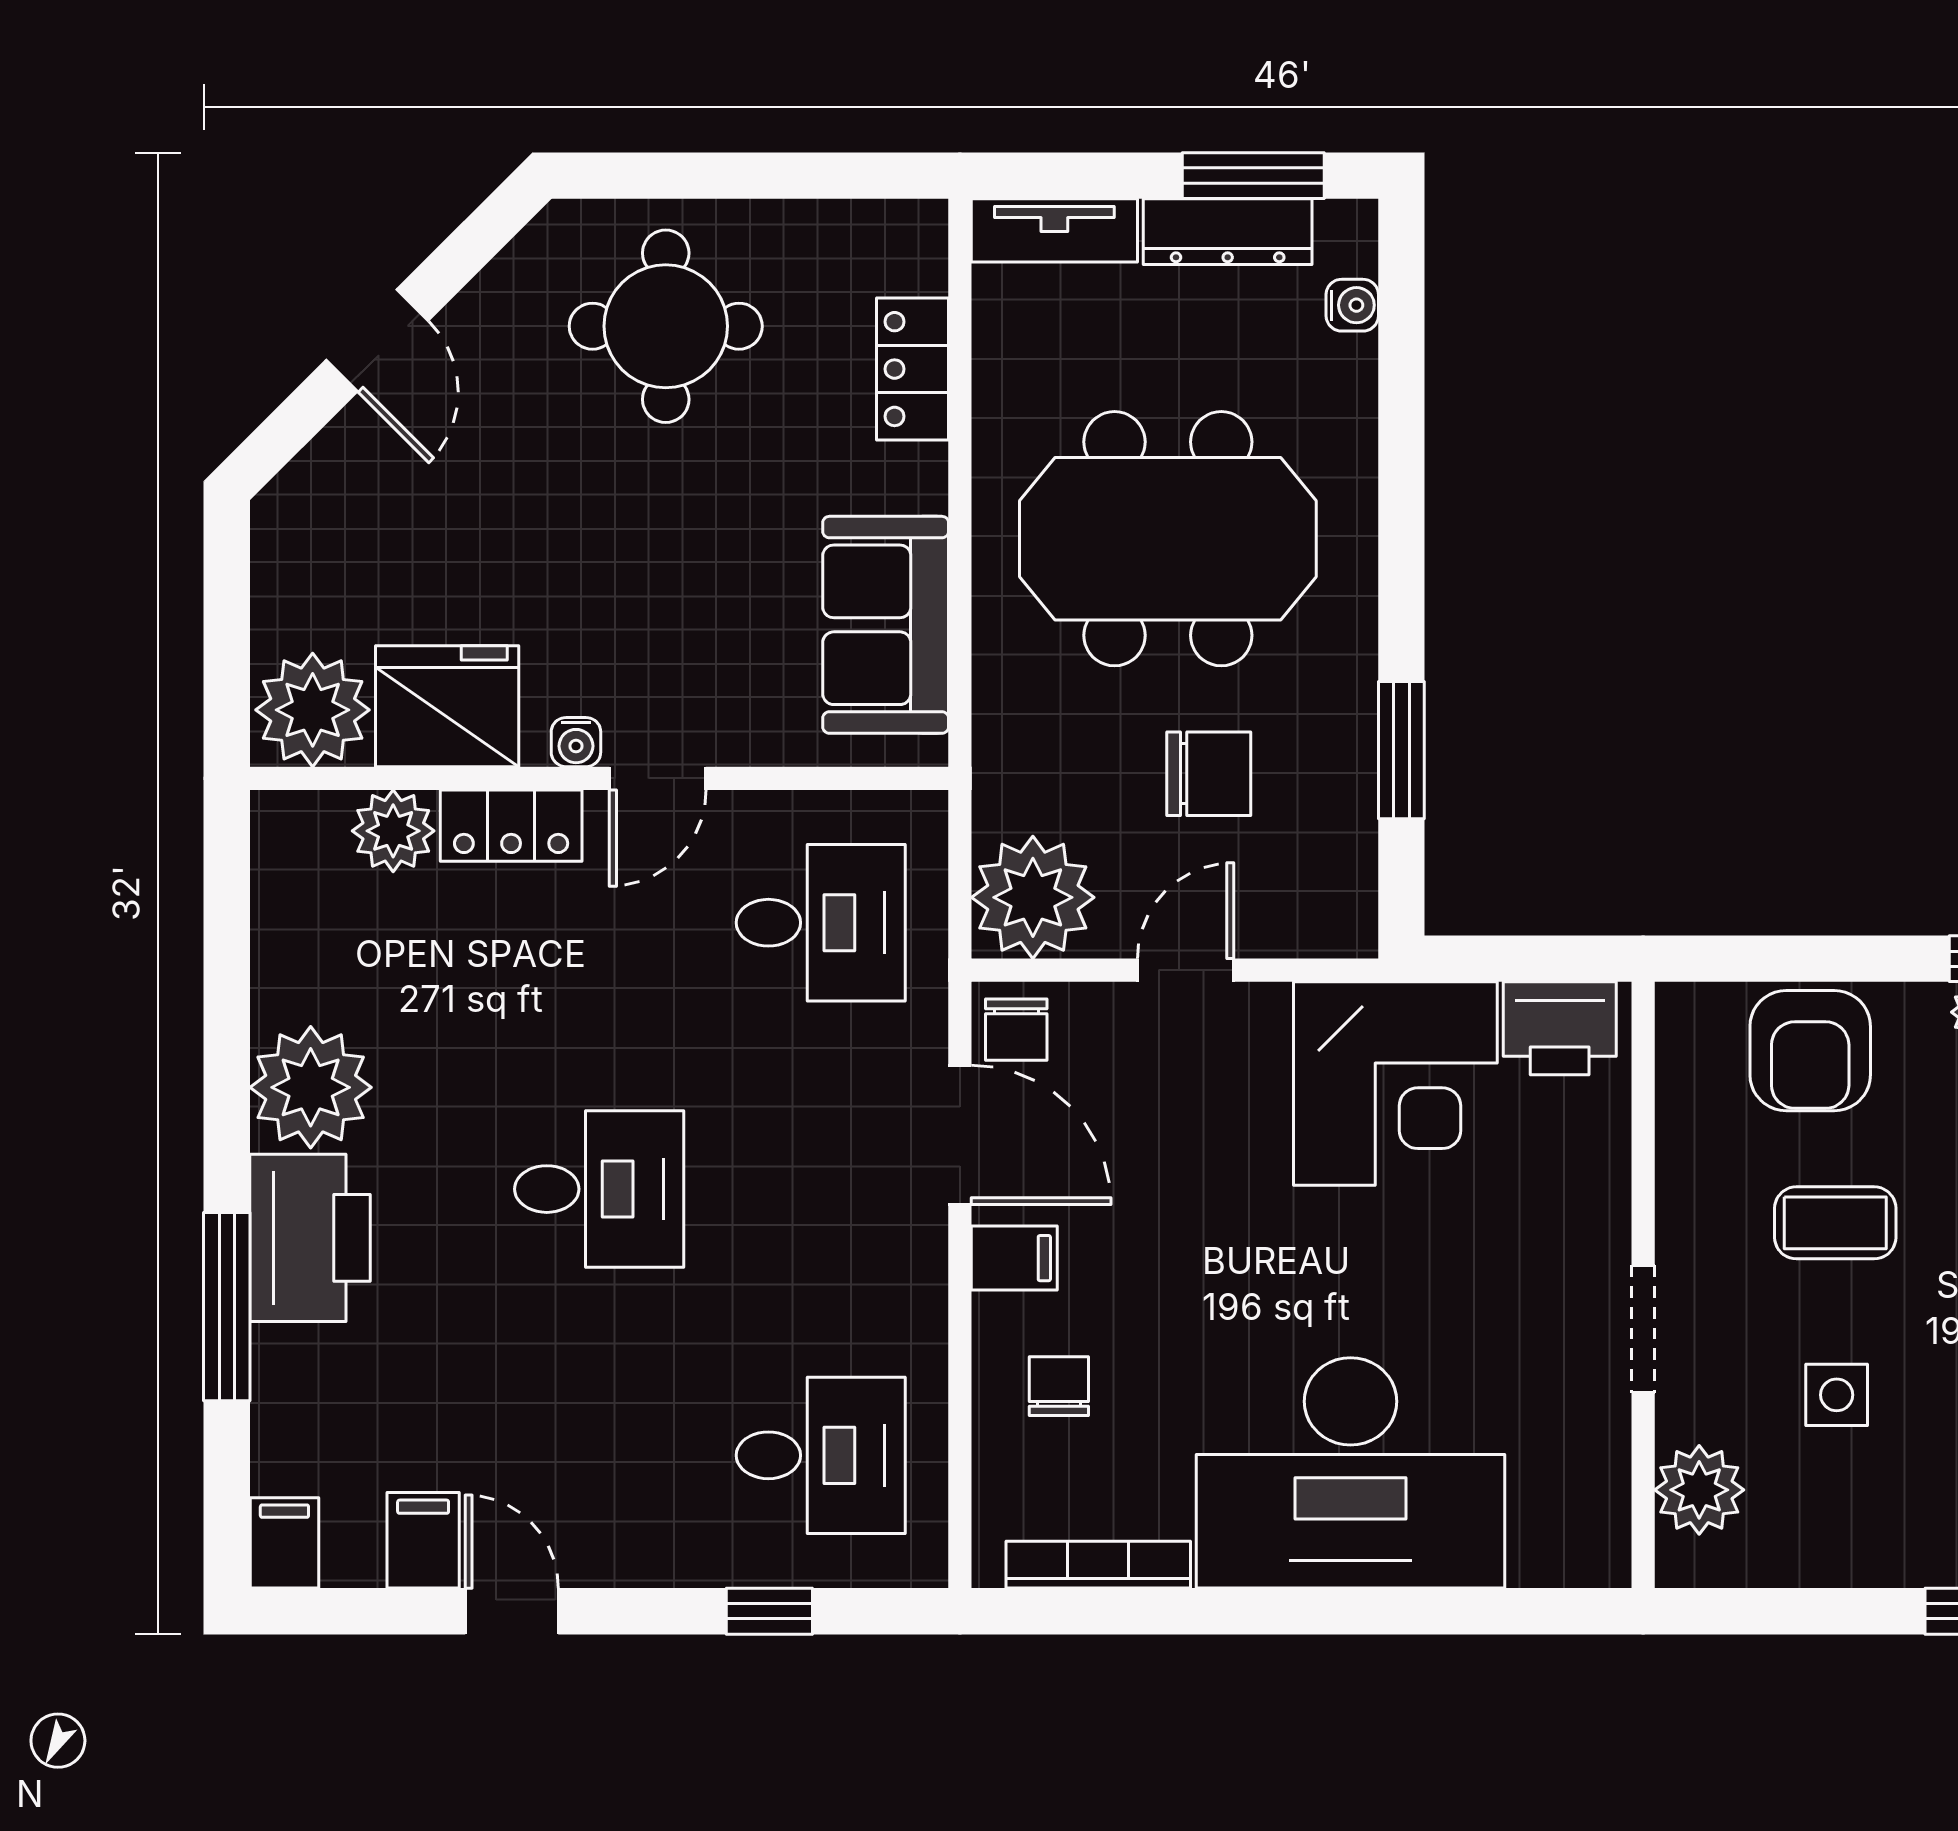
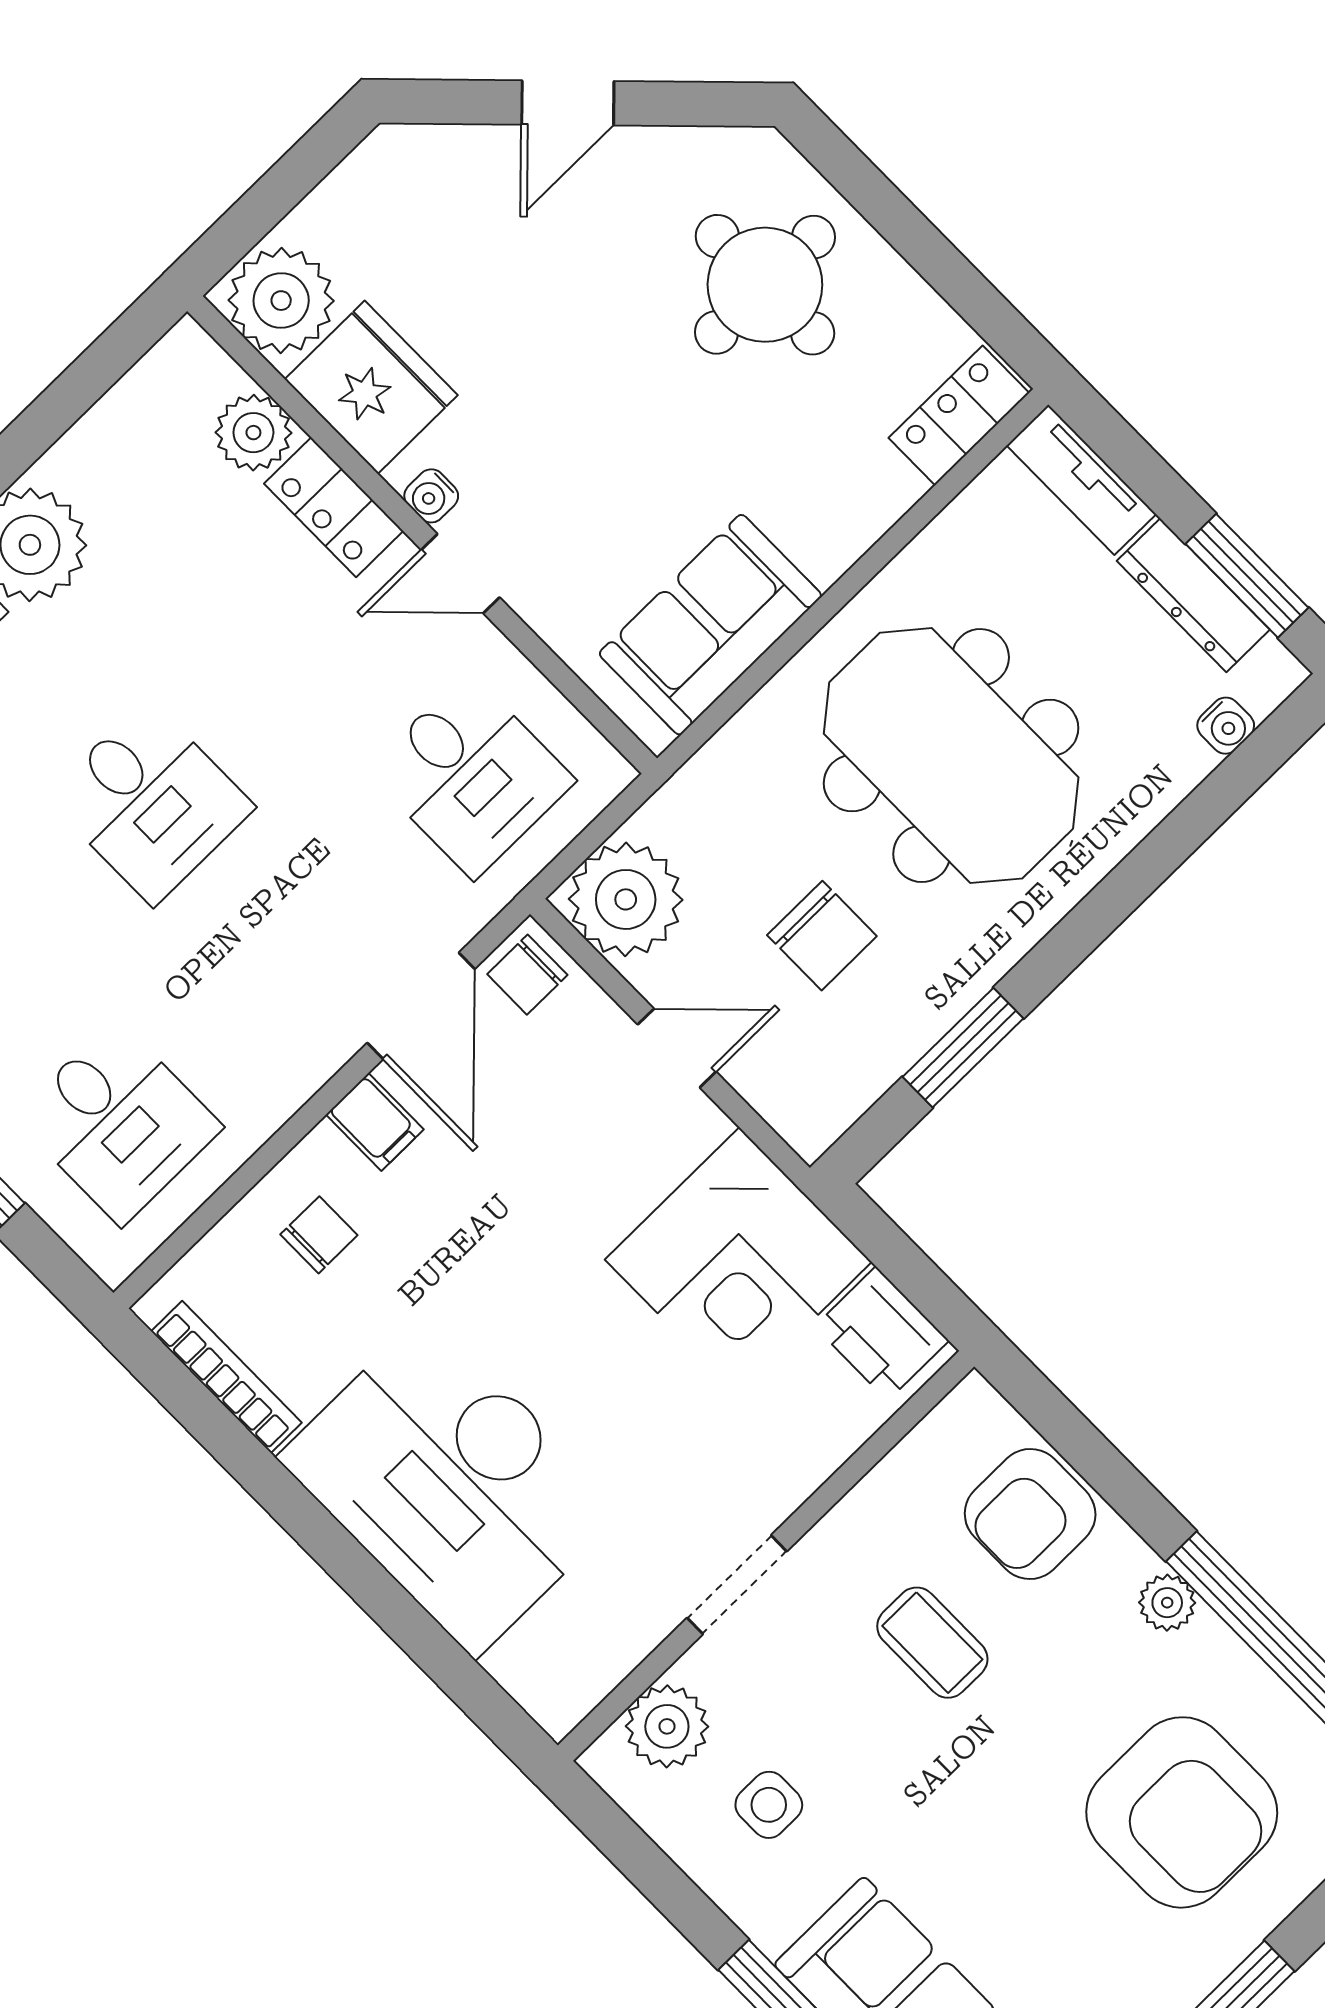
locker: (912, 369) -> (959, 415), moved
side table: (1837, 1395) -> (769, 1805), moved

